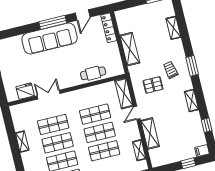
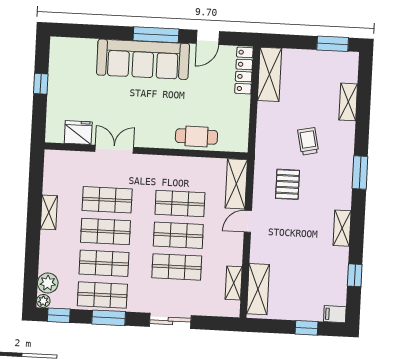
shelving: (130, 49) -> (270, 74), moved
trolley: (171, 70) -> (308, 141), moved
pallet: (153, 85) -> (288, 184), turned 90
shelving: (150, 133) -> (258, 289), moved

